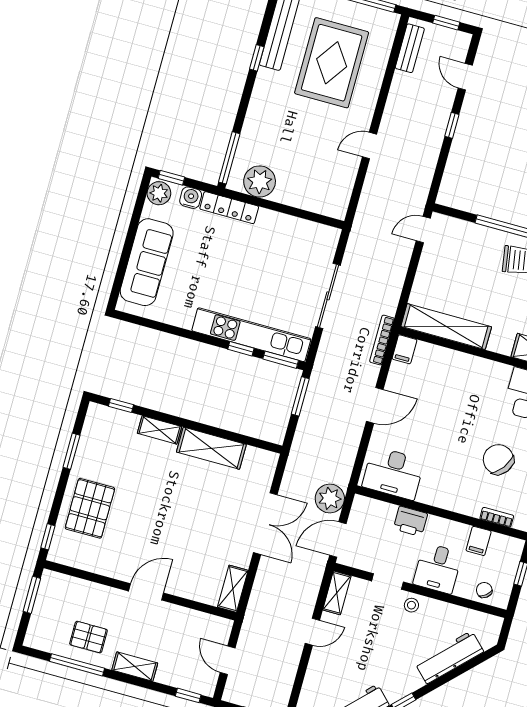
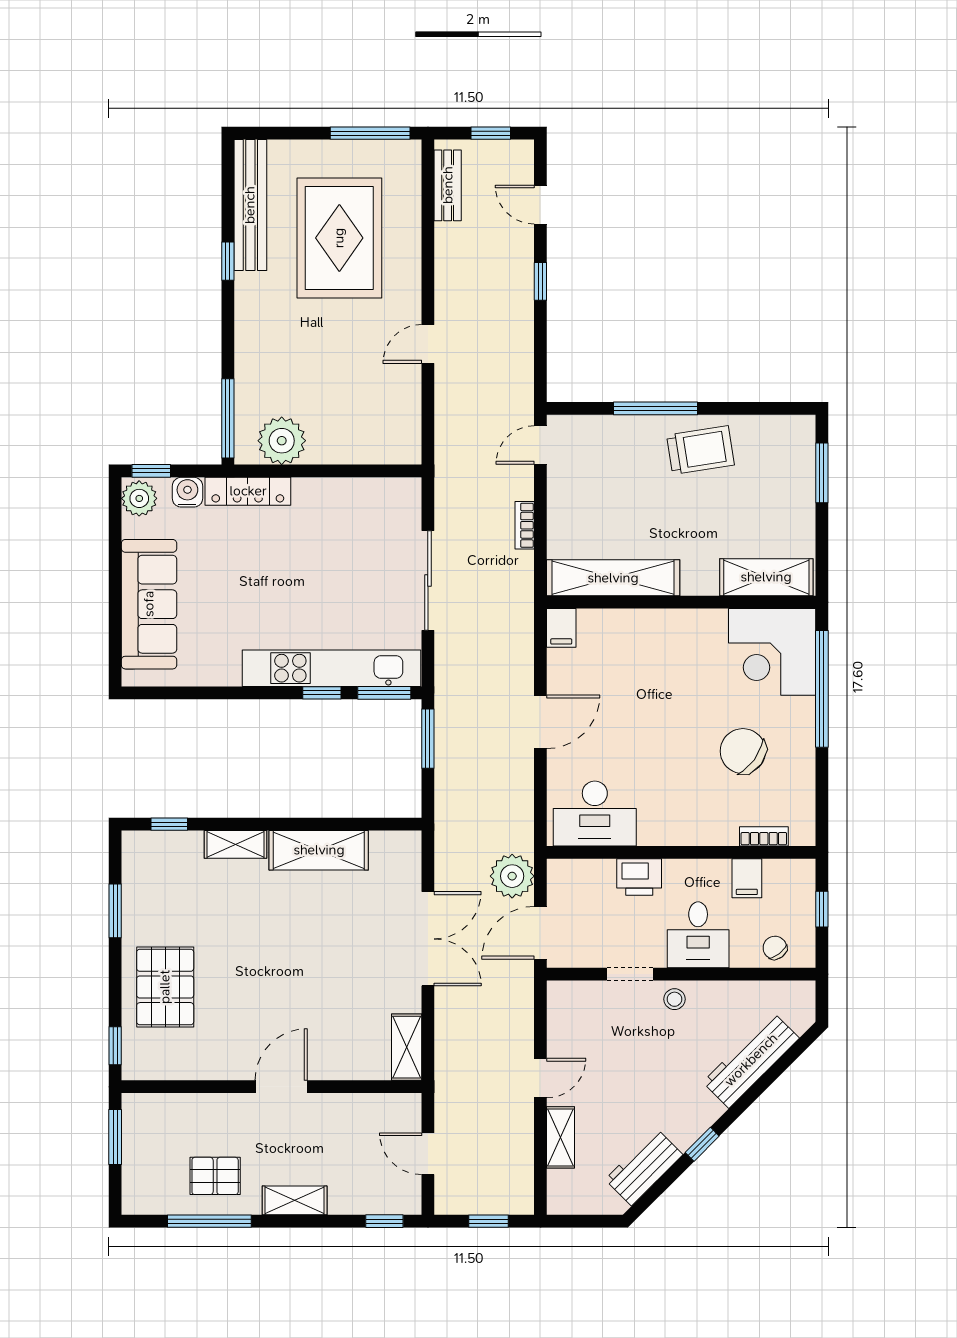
bookcase: (382, 340) -> (525, 525), moved, width x0.64
shelving: (337, 593) -> (561, 1137), moved

